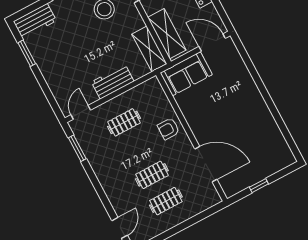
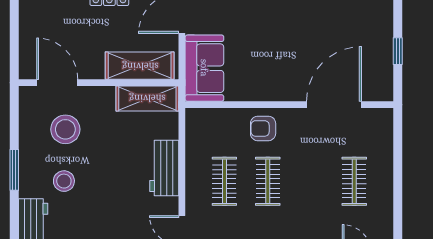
stool: (72, 25) -> (64, 181), added
armchair: (169, 129) -> (263, 128), turned 90
clothes rail: (152, 175) -> (268, 181), moved

